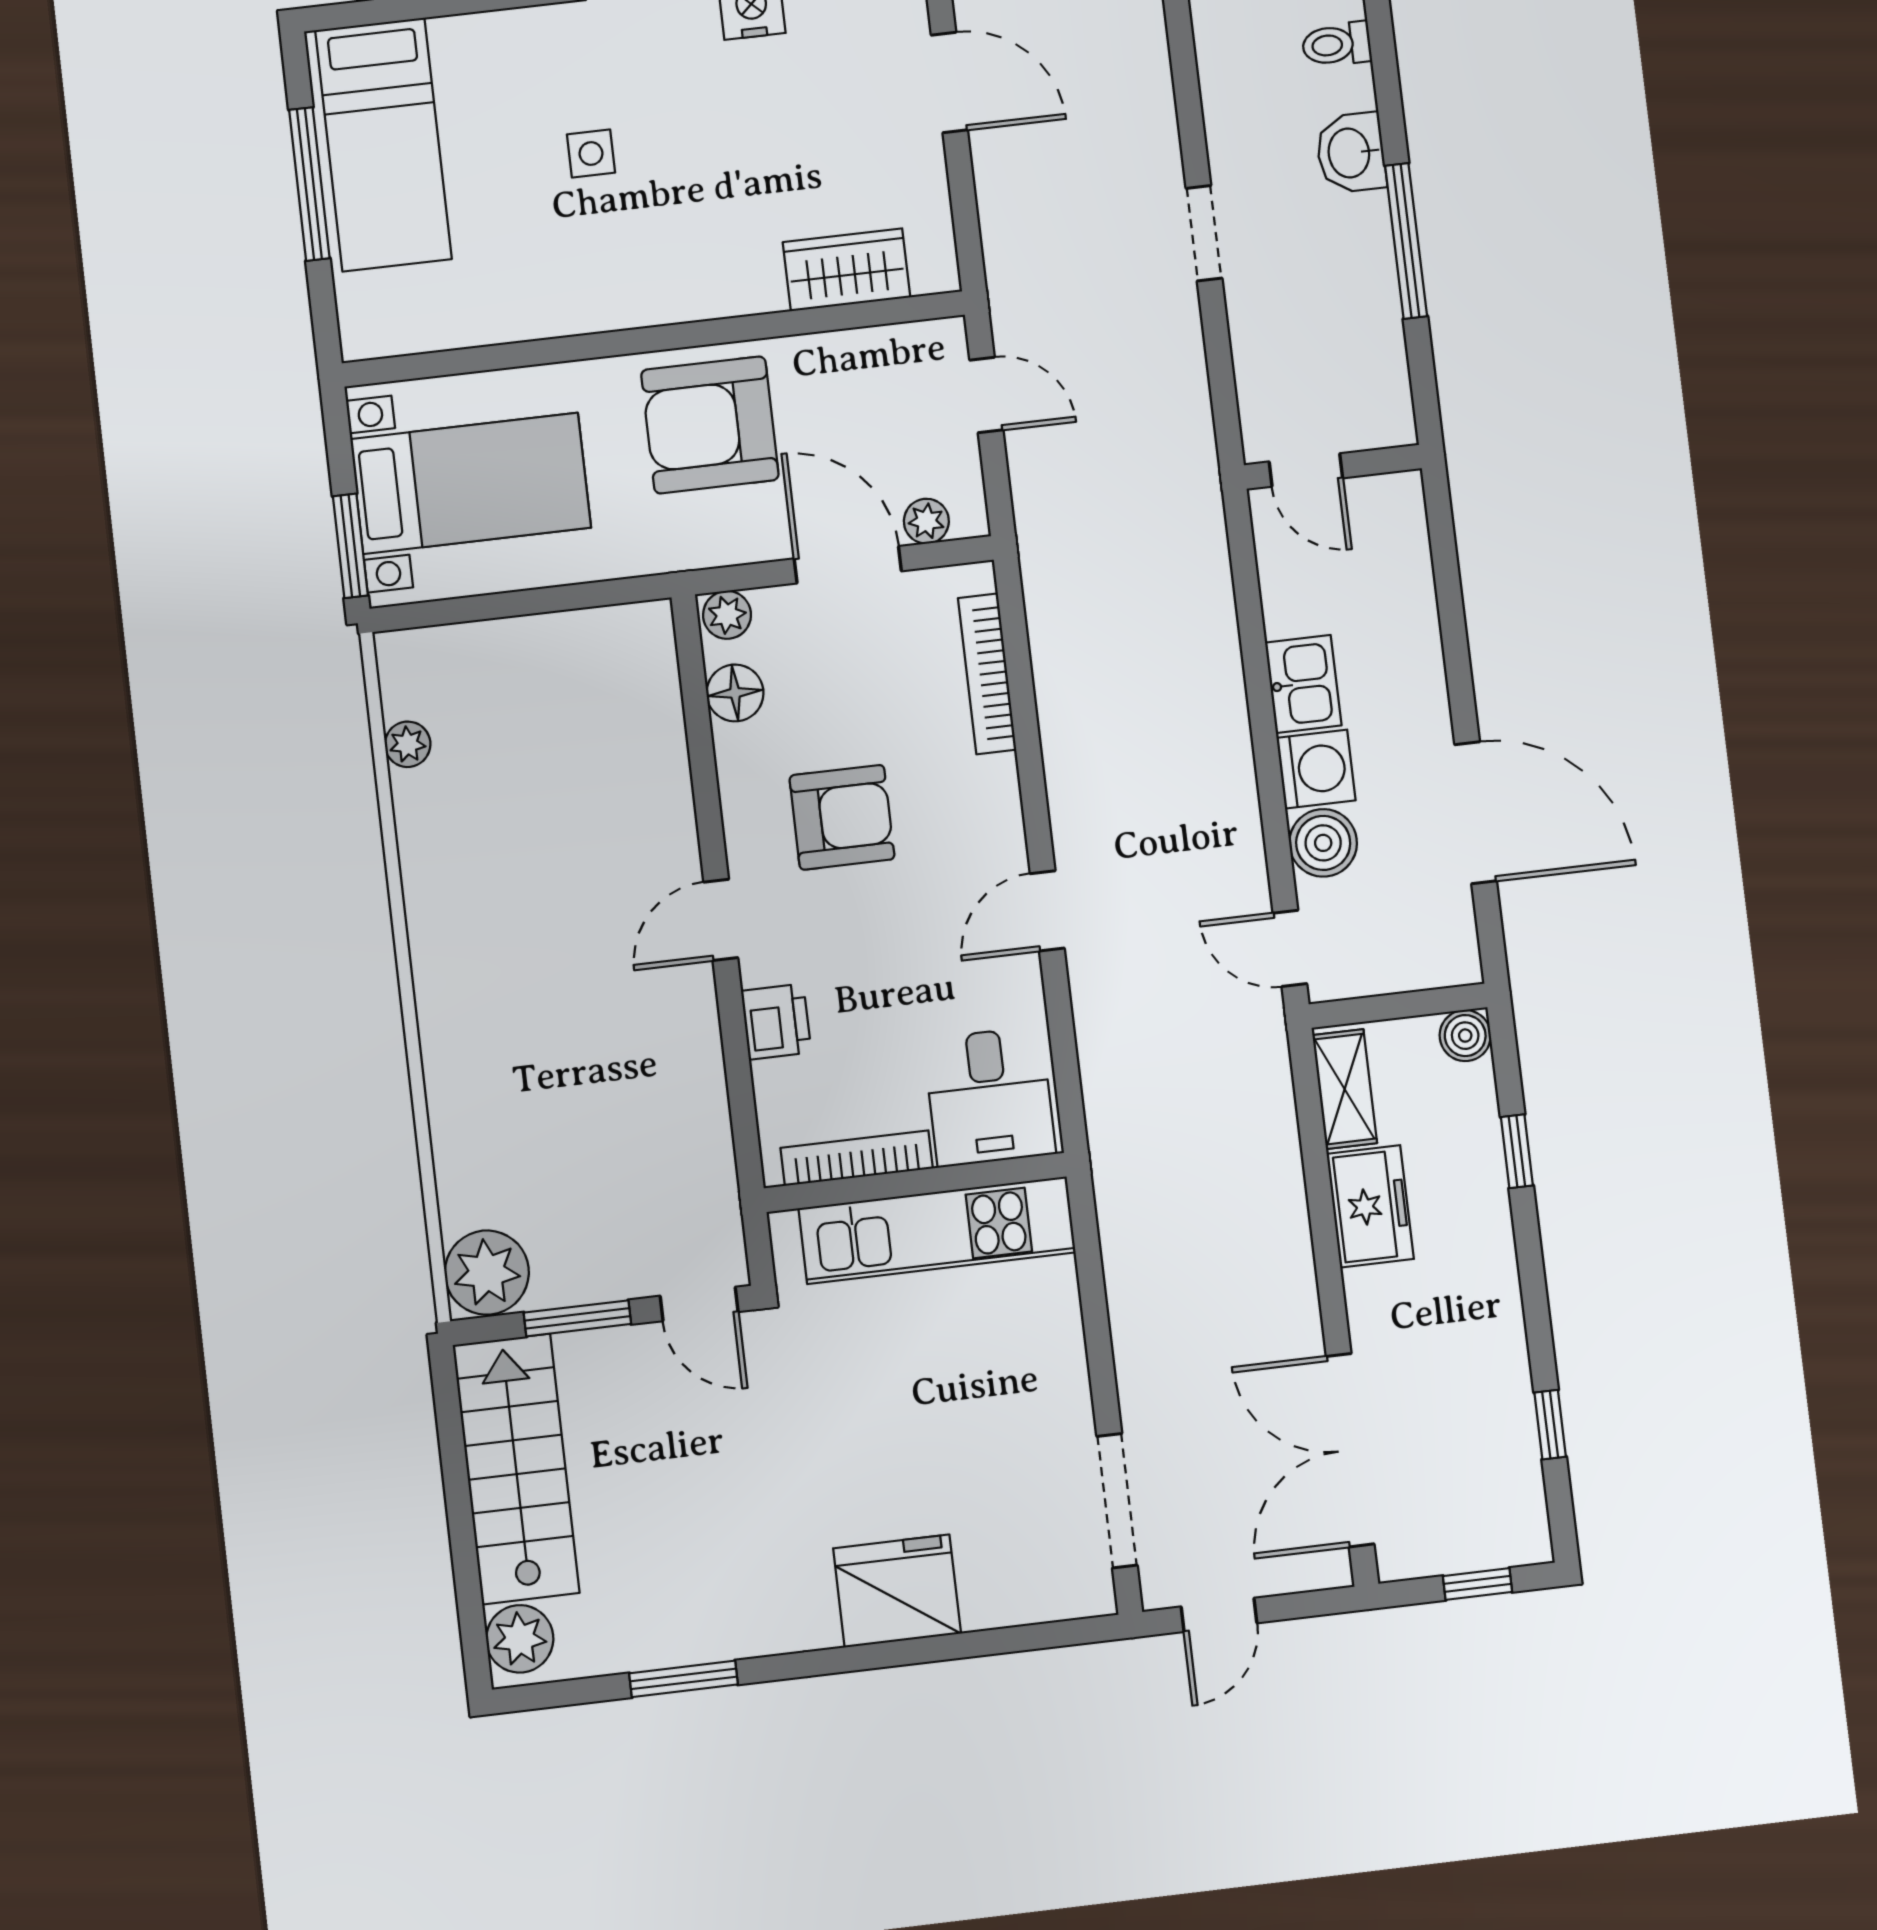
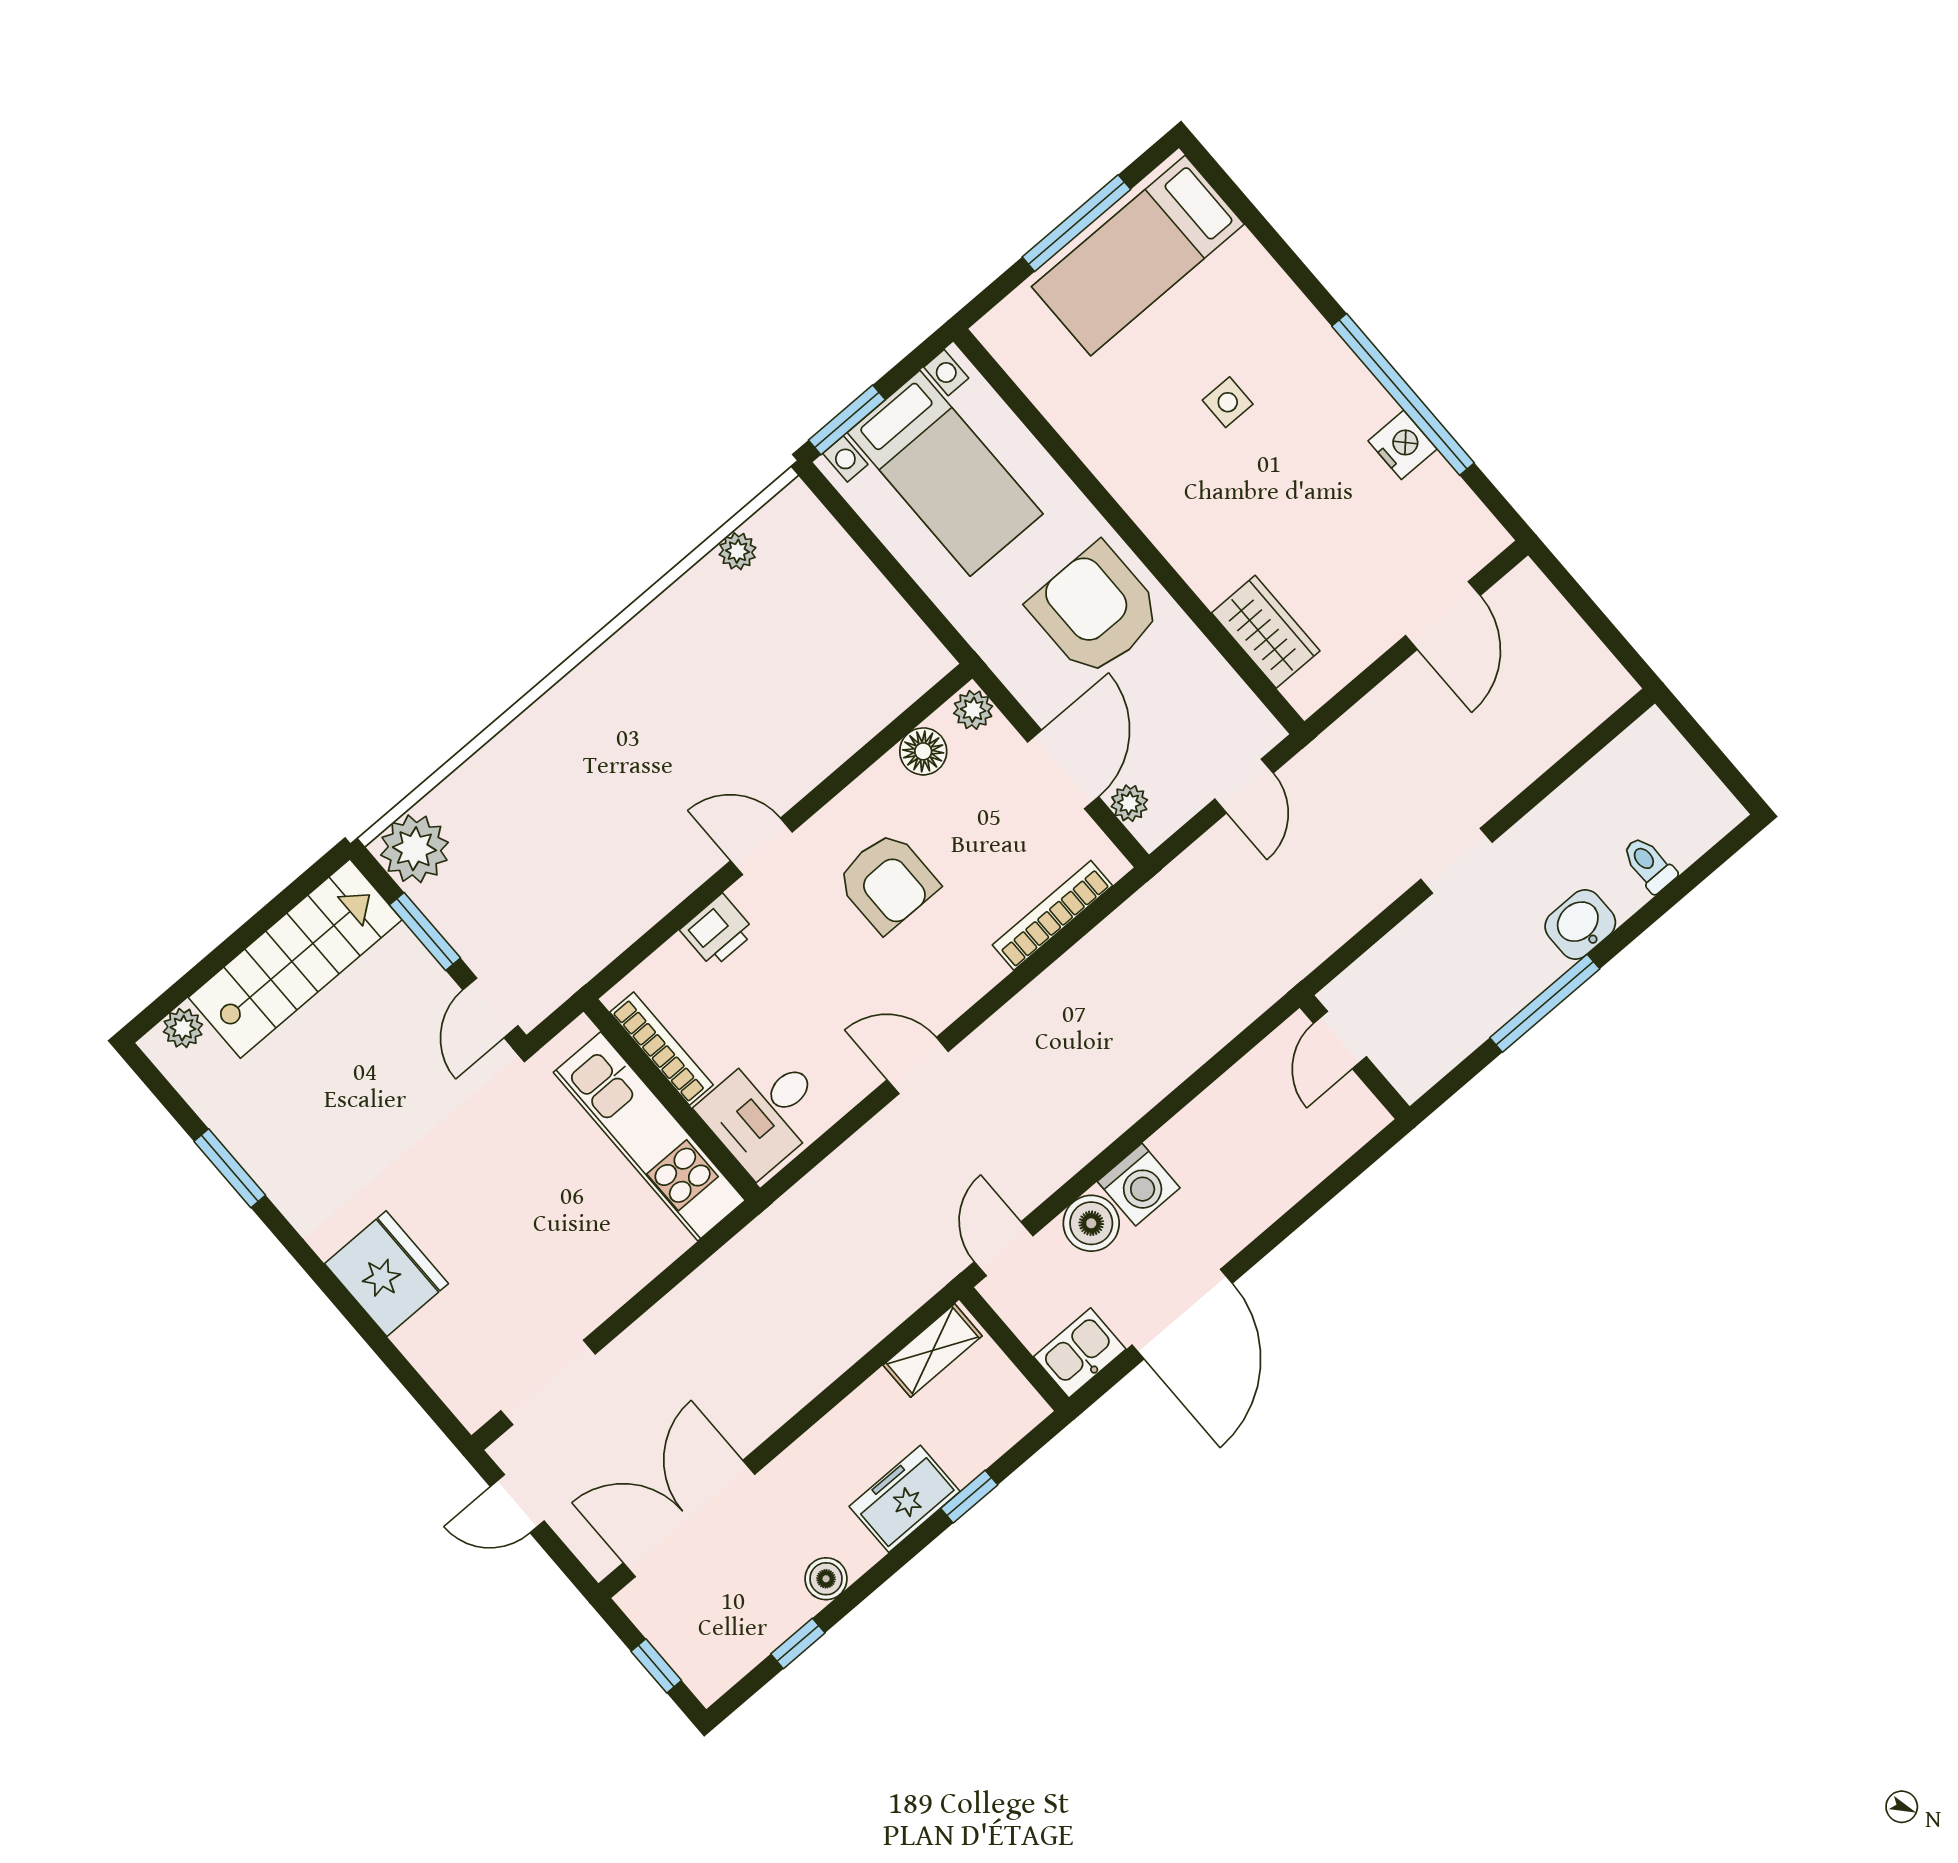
kitchen sink: (1303, 684) -> (1080, 1353), moved, turned 180
boiler: (1465, 1036) -> (826, 1579), moved
freezer: (1370, 1206) -> (905, 1499), moved, turned 180
plant: (520, 1639) -> (183, 1028), width x0.73, depth x0.73

